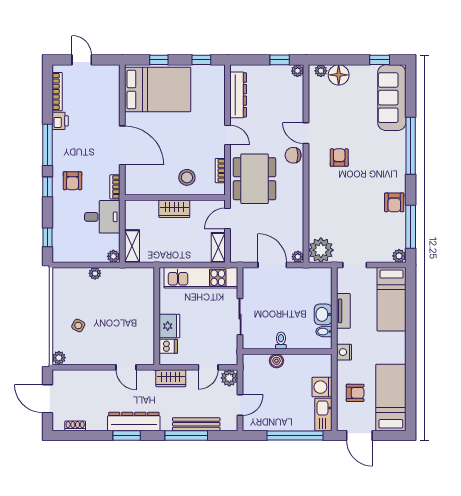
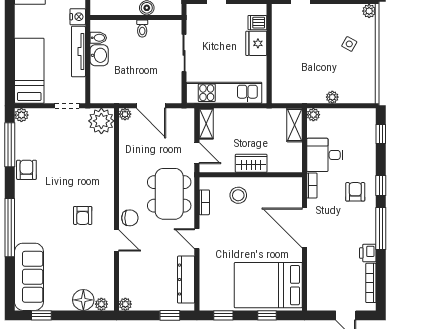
window: (280, 60) -> (170, 315), moved
door: (227, 219) -> (197, 153), hinge flipped
tv unit: (343, 311) -> (78, 51), width x1.41

